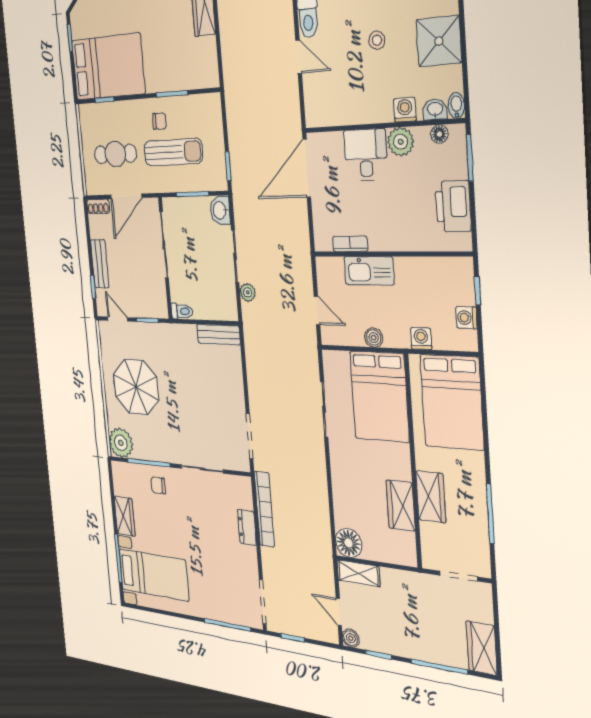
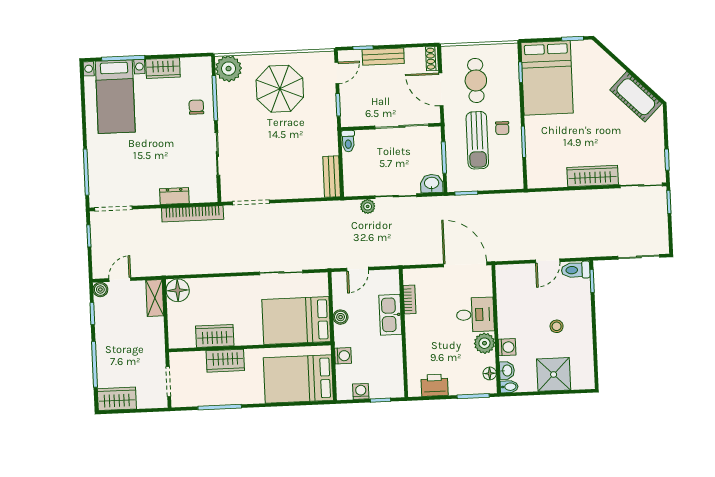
printer: (453, 206) -> (435, 385), width x0.73, depth x0.84

